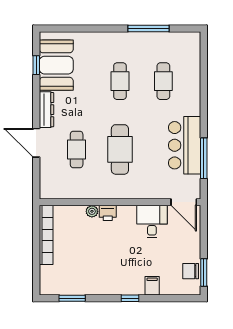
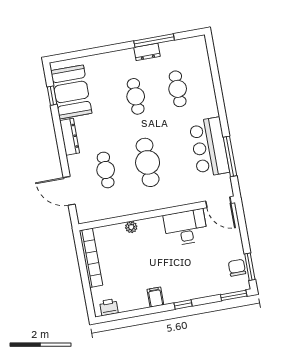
dresser: (139, 39) -> (147, 52), added
door: (36, 143) -> (69, 191), moved
printer: (108, 213) -> (109, 307), moved, turned 180
desk: (152, 222) -> (186, 228), width x1.37
chair: (191, 271) -> (237, 268), turned 90
filing cabinet: (152, 286) -> (155, 297), moved
window: (72, 298) -> (234, 295), moved

